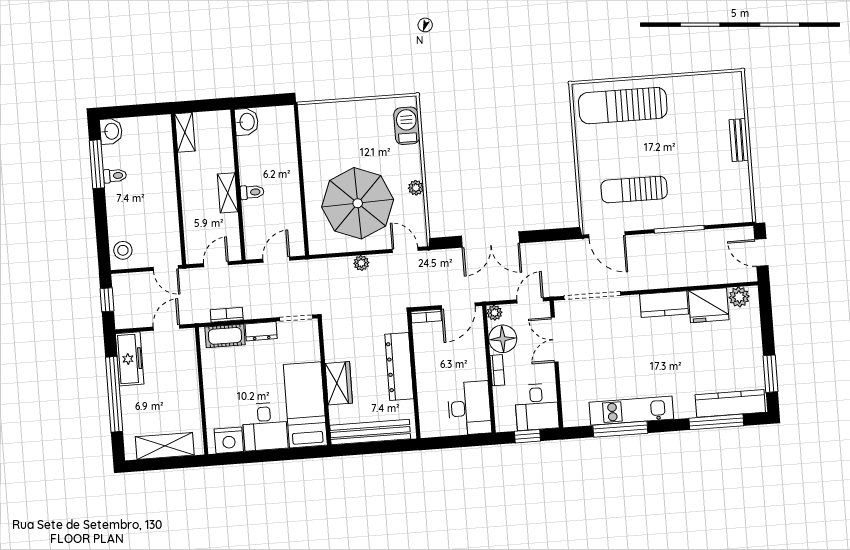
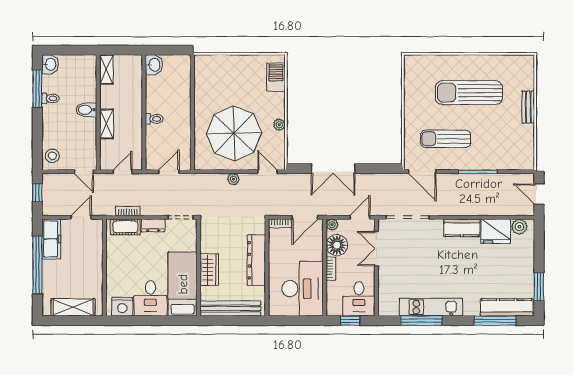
sun lounger: (623, 106) -> (469, 93), moved
bidet: (163, 187) -> (86, 110), added
shelving: (228, 193) -> (106, 124), moved
desk: (469, 408) -> (303, 289), width x1.36, depth x1.30

